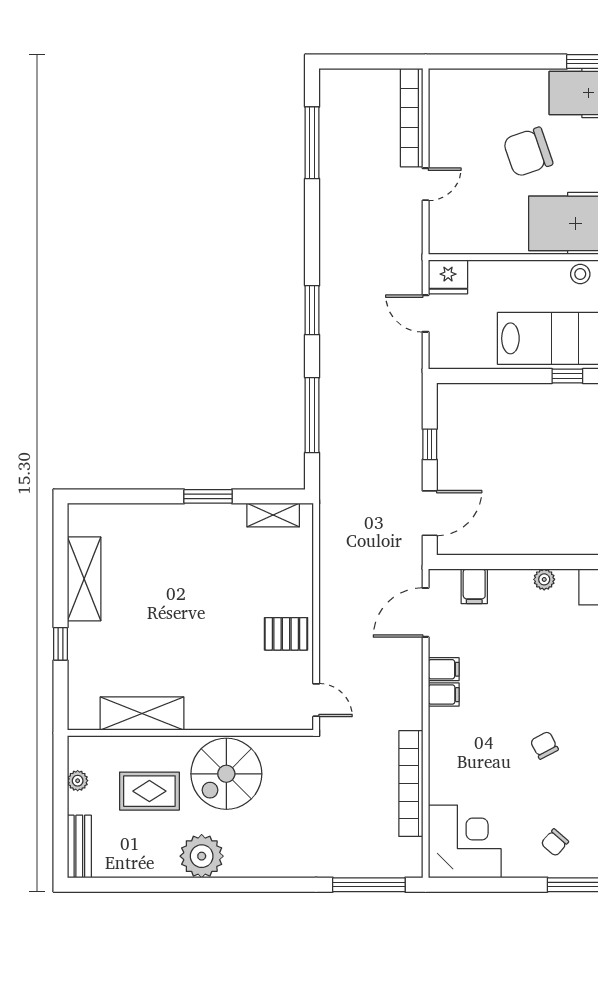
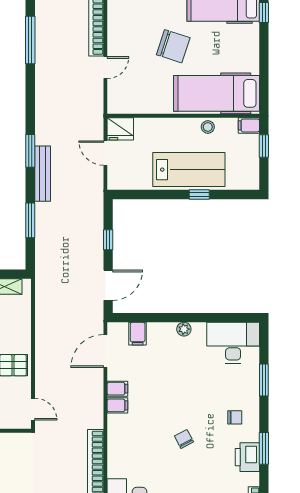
chair: (528, 152) -> (173, 46), turned -143
bench: (331, 344) -> (43, 174), added
window: (312, 415) -> (30, 220), width x0.69

